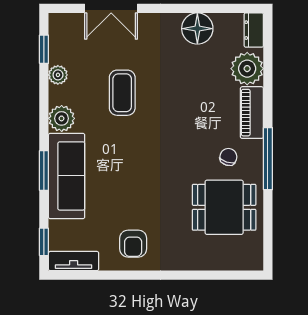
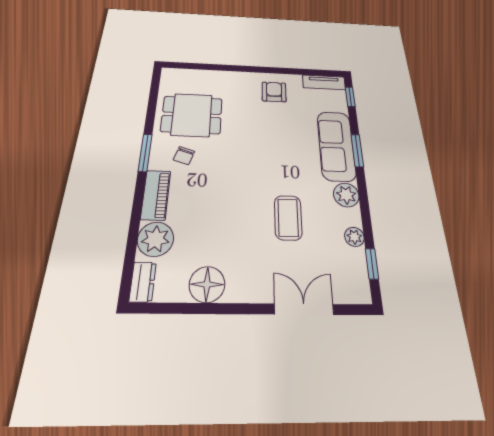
window: (268, 159) -> (145, 153), width x0.69

